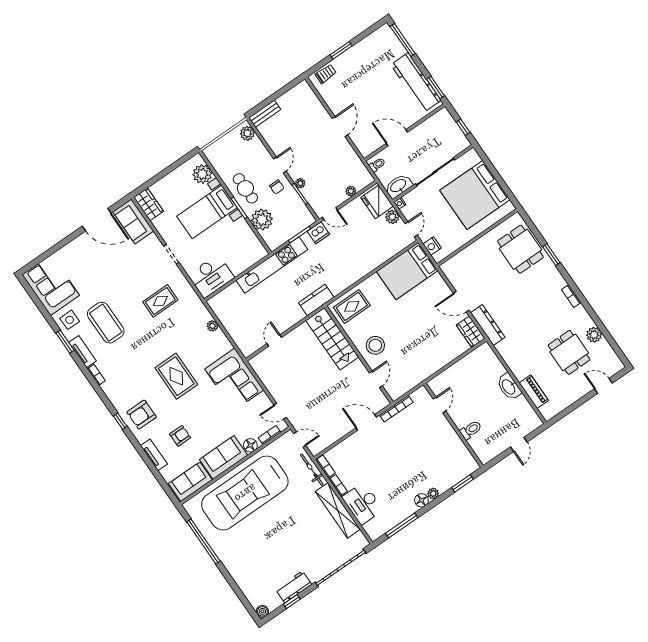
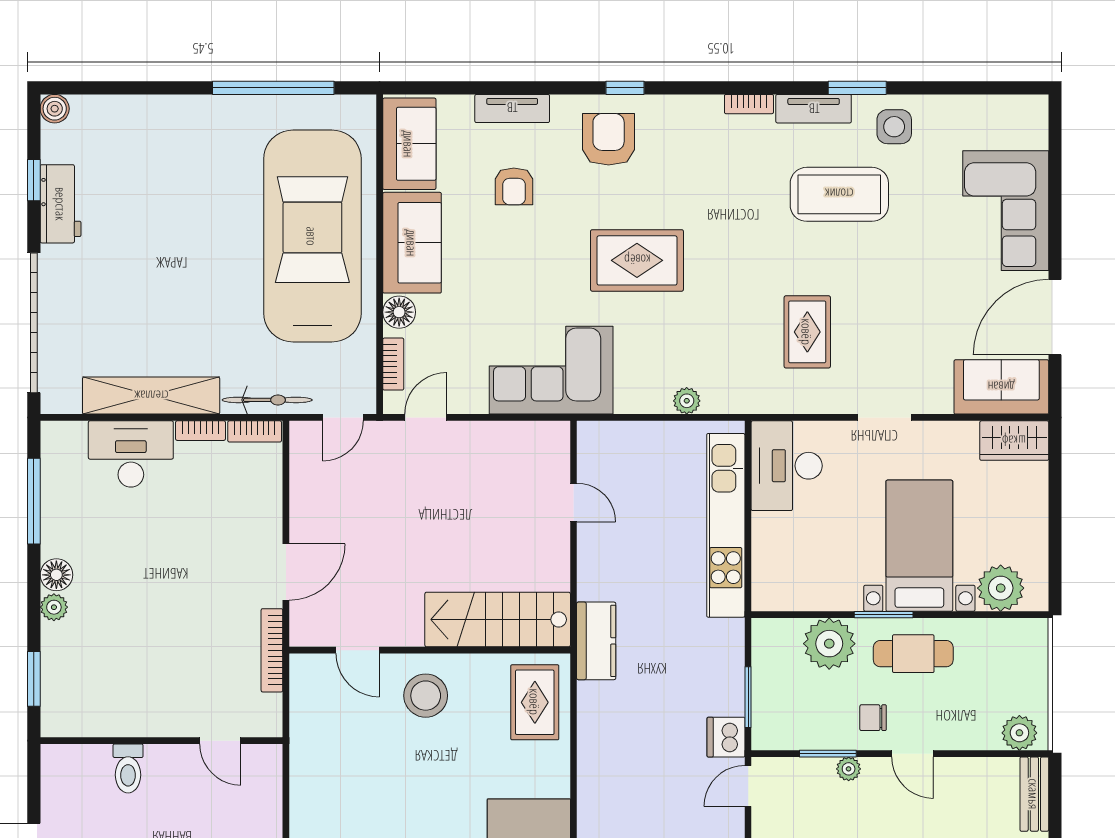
kitchen unit: (272, 265) -> (726, 525), moved
corner sofa: (51, 285) -> (1006, 211), moved, turned 90

